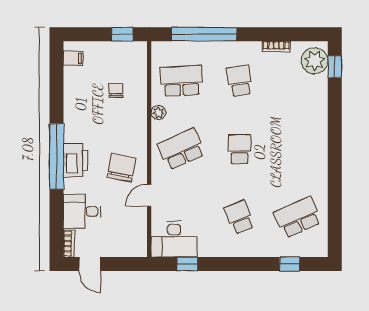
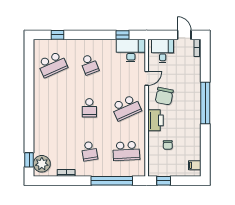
plant: (158, 113) -> (141, 131), removed
printer: (75, 160) -> (156, 120), moved, turned 180
desk: (82, 211) -> (163, 51), moved, turned -90

